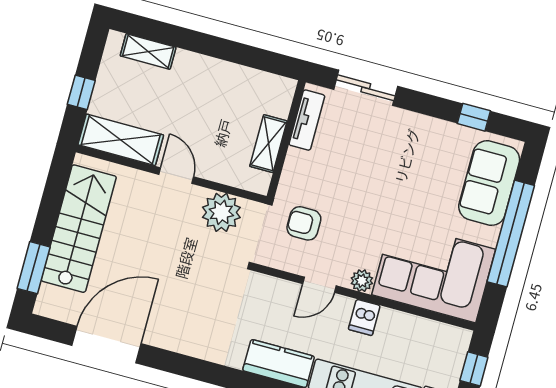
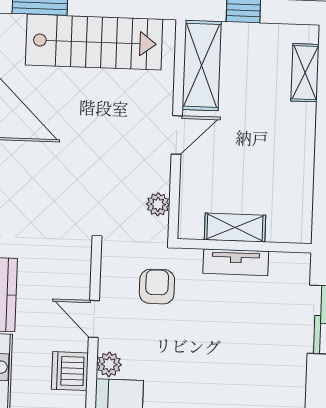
tv unit: (307, 120) -> (236, 262), moved
plant: (221, 212) -> (158, 204), width x0.53, depth x0.53
dishwasher: (364, 317) -> (70, 371), width x1.38

